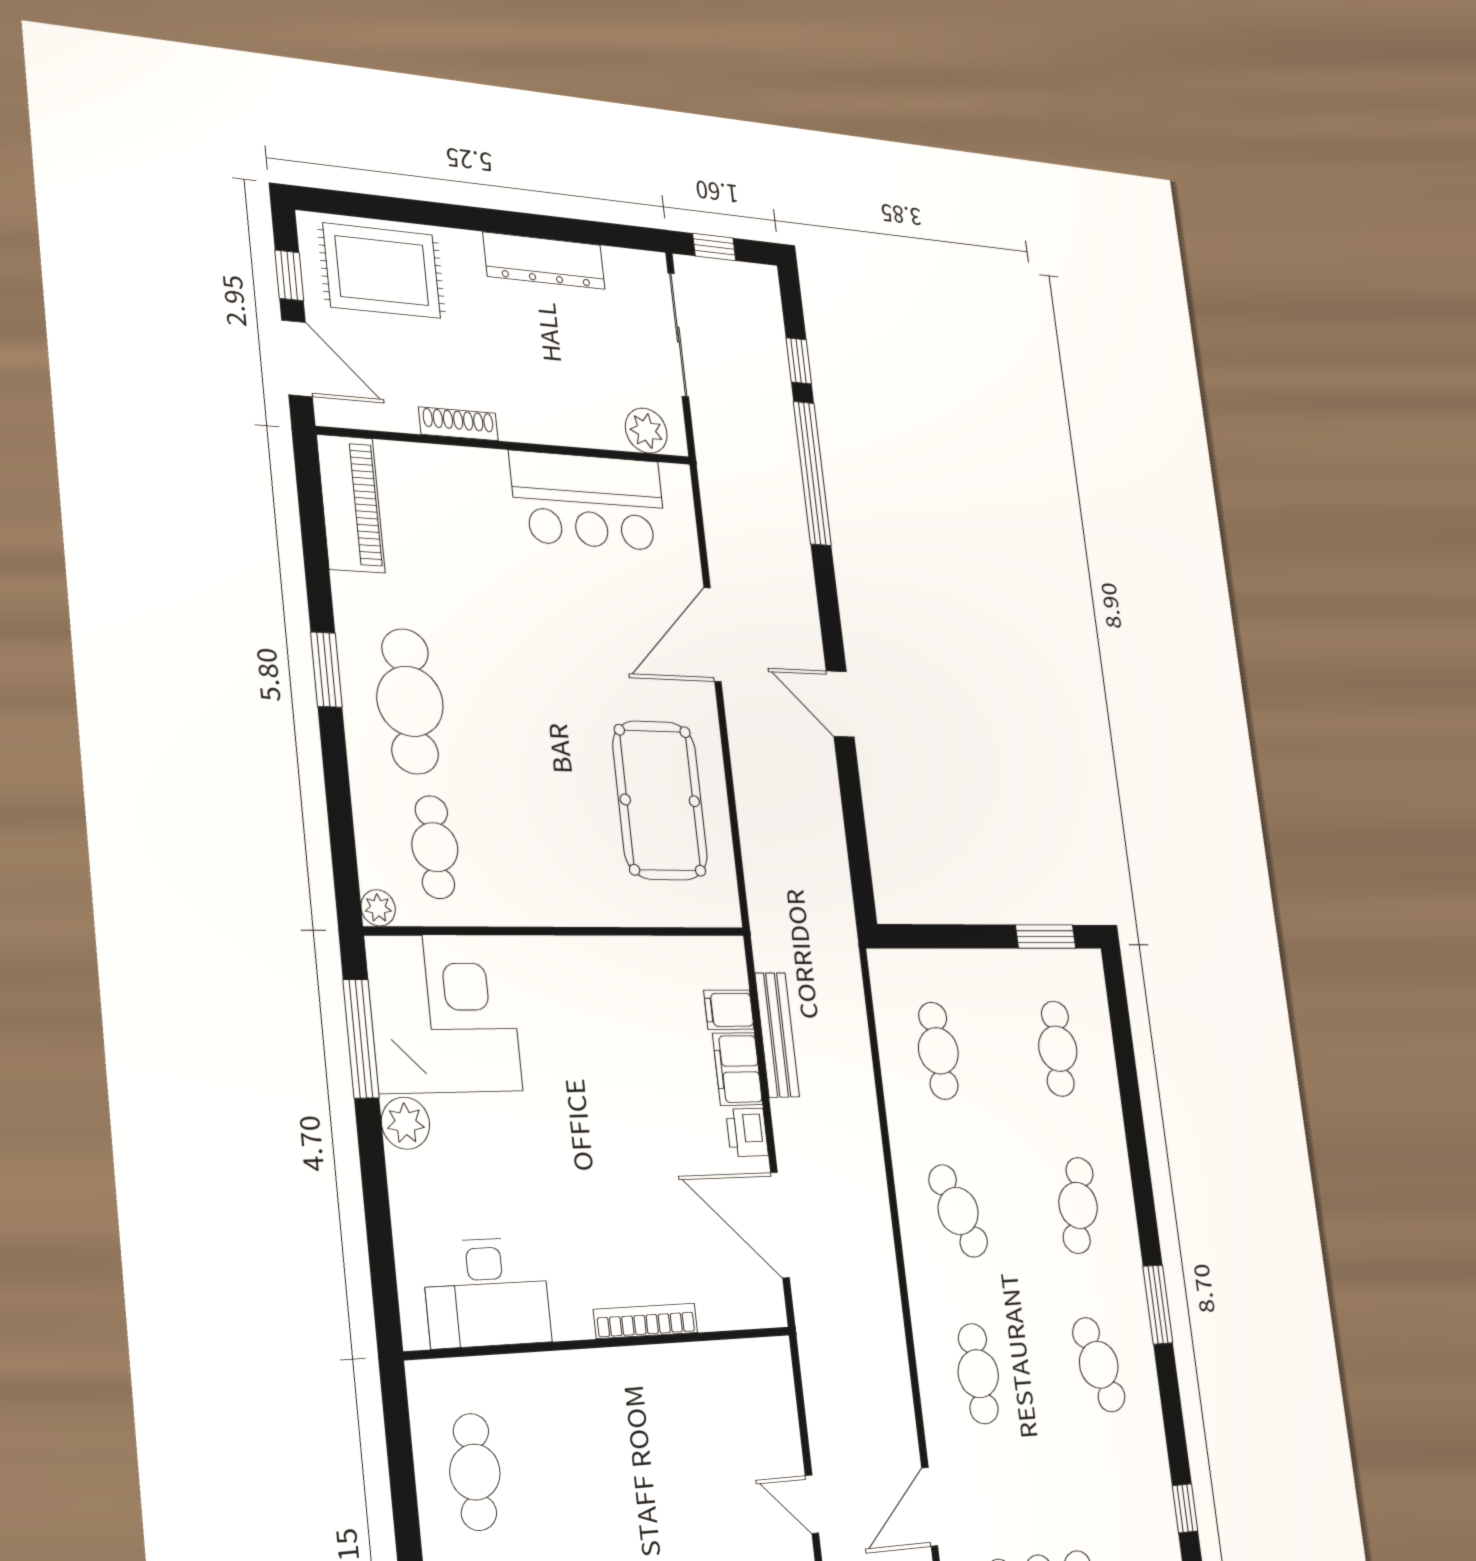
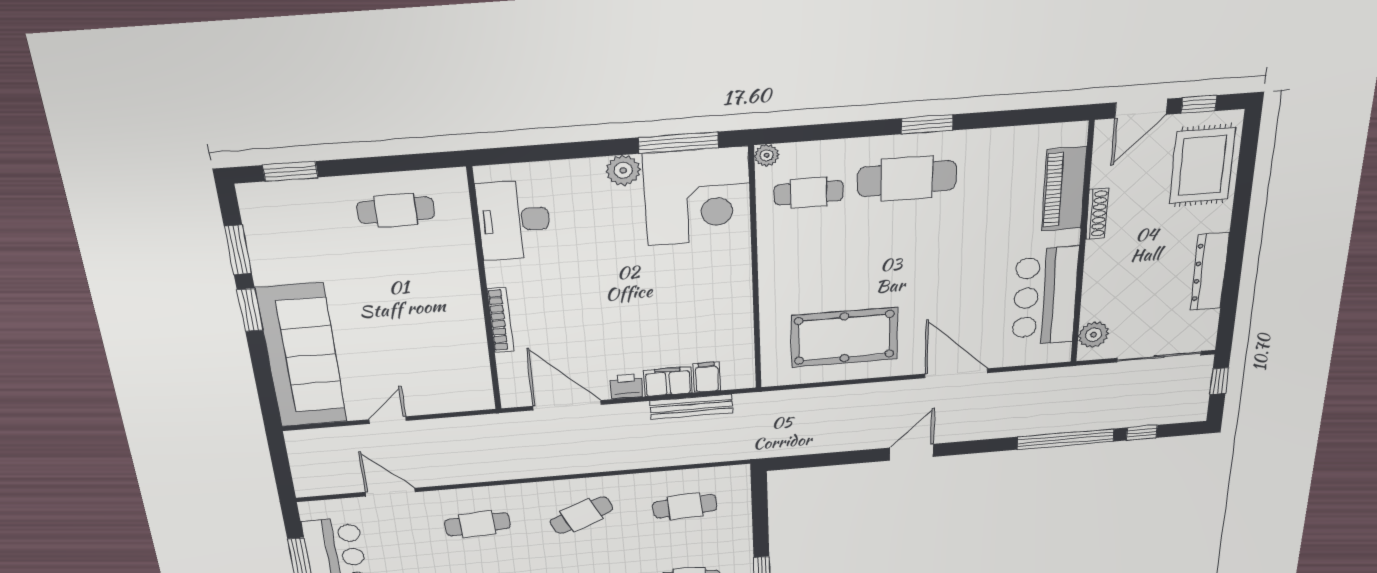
piano: (351, 504) -> (1064, 189), moved, turned 90
door: (780, 1225) -> (567, 405), hinge flipped

